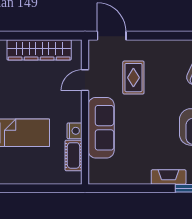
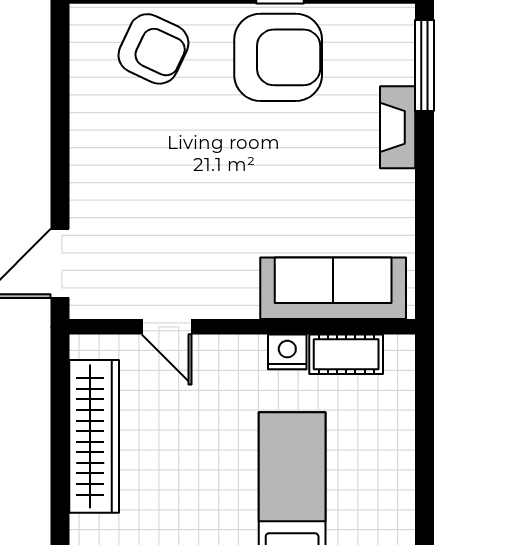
rug: (133, 78) -> (160, 211), removed
sofa: (101, 128) -> (333, 288), moved

